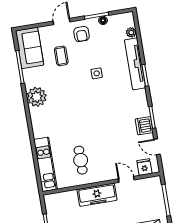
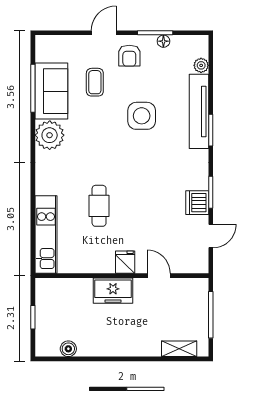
sofa: (30, 48) -> (51, 91), moved
side table: (97, 73) -> (142, 116), width x1.87, depth x1.87
door: (157, 147) -> (211, 236), swing flipped
cafe table: (81, 160) -> (99, 206), moved
fridge: (144, 167) -> (125, 262), moved
freezer: (97, 195) -> (113, 291), width x0.71

